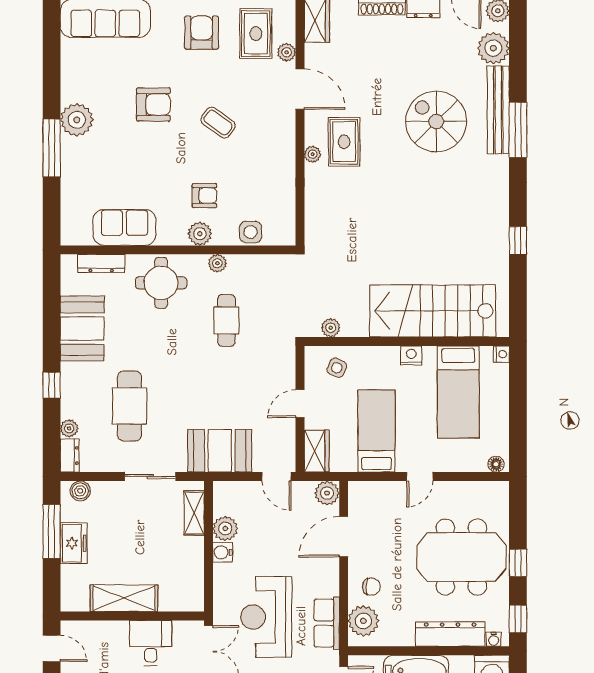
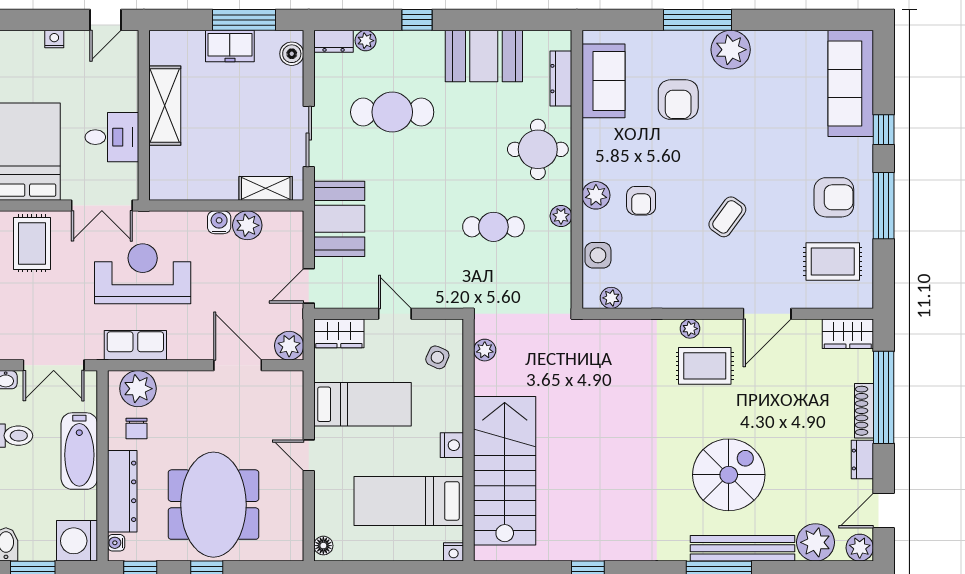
plant: (287, 52) -> (611, 298), moved
armchair: (153, 105) -> (678, 100), moved
sofa: (124, 227) -> (603, 81), moved
chair: (371, 587) -> (136, 428), moved

